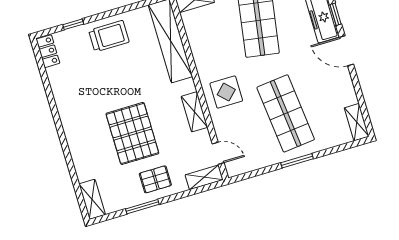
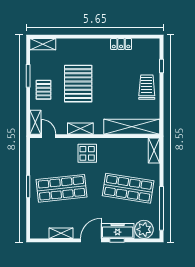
trolley: (109, 36) -> (147, 87), turned 180
locker: (48, 51) -> (121, 44), moved
shelving: (357, 122) -> (61, 233), moved
pallet: (132, 133) -> (78, 84), turned 90
door: (218, 153) -> (49, 136), swing flipped

